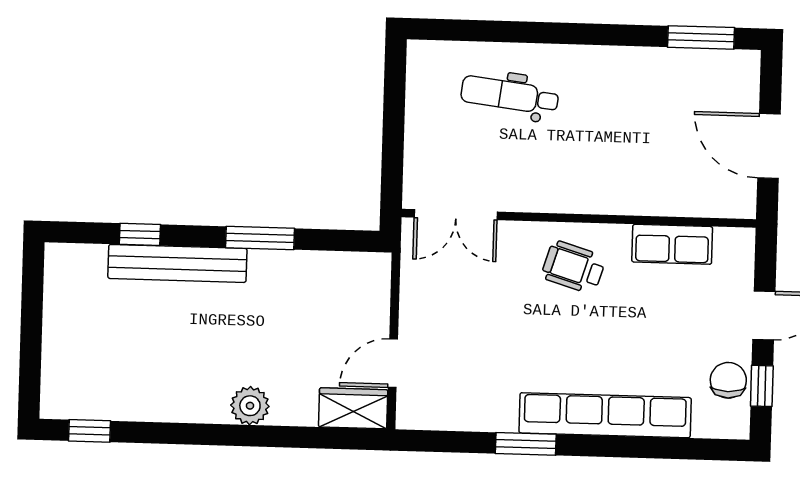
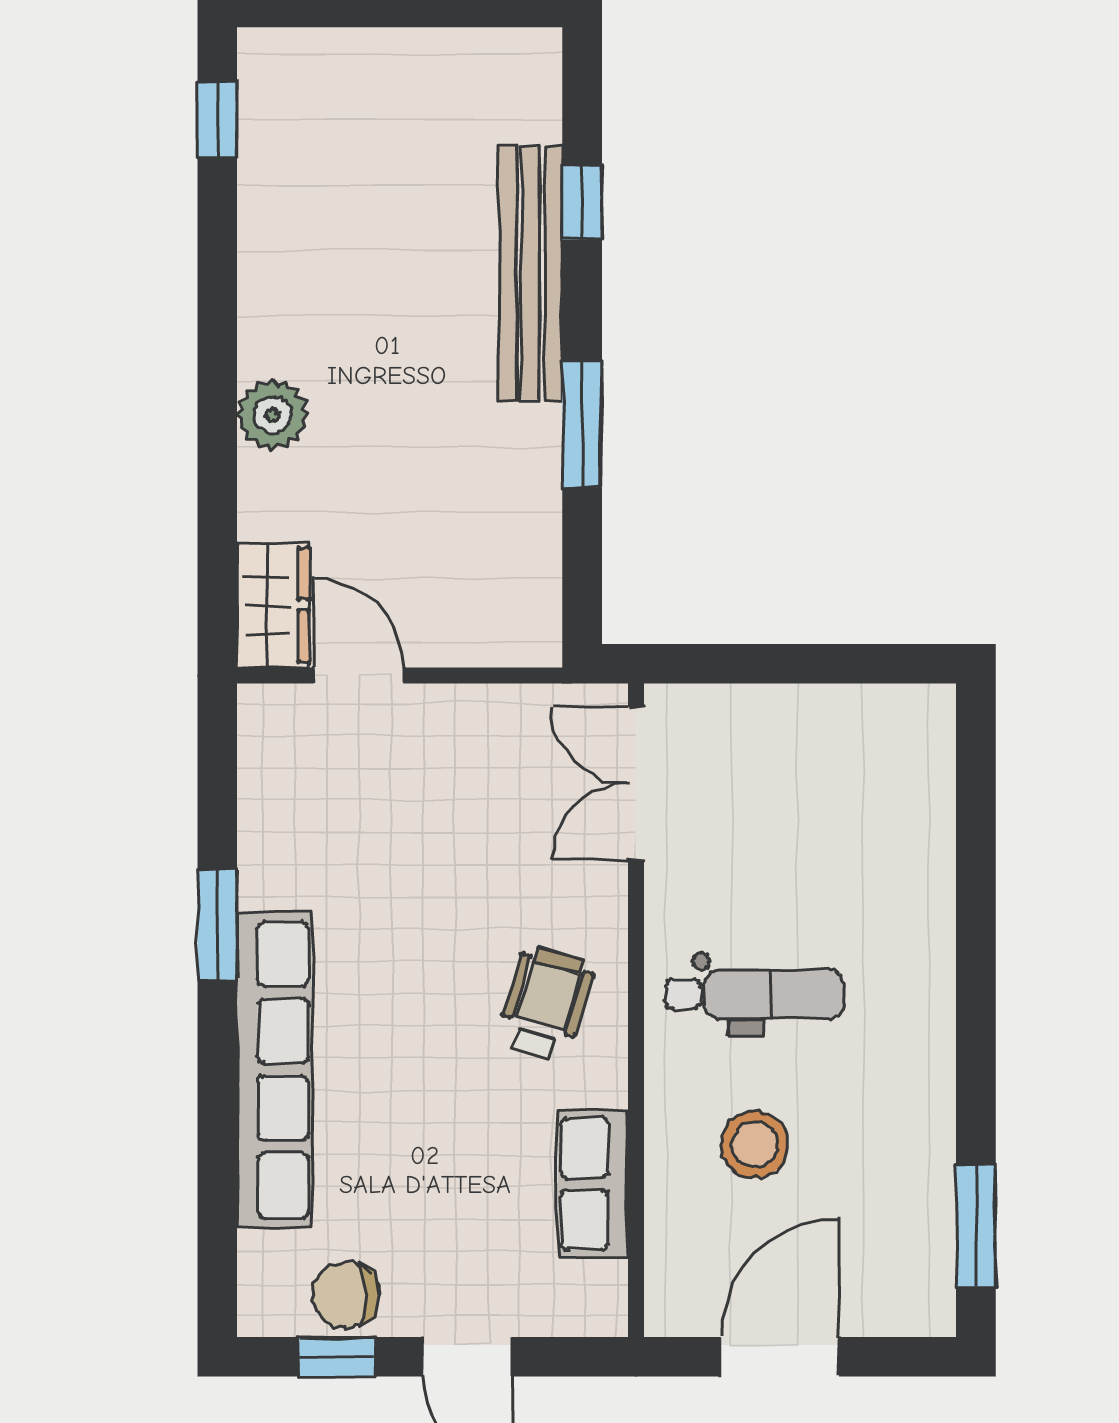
dental chair: (510, 95) -> (754, 994), moved, turned 83
stool: (653, 156) -> (754, 1144), added
chair: (728, 380) -> (346, 1295), turned 180

